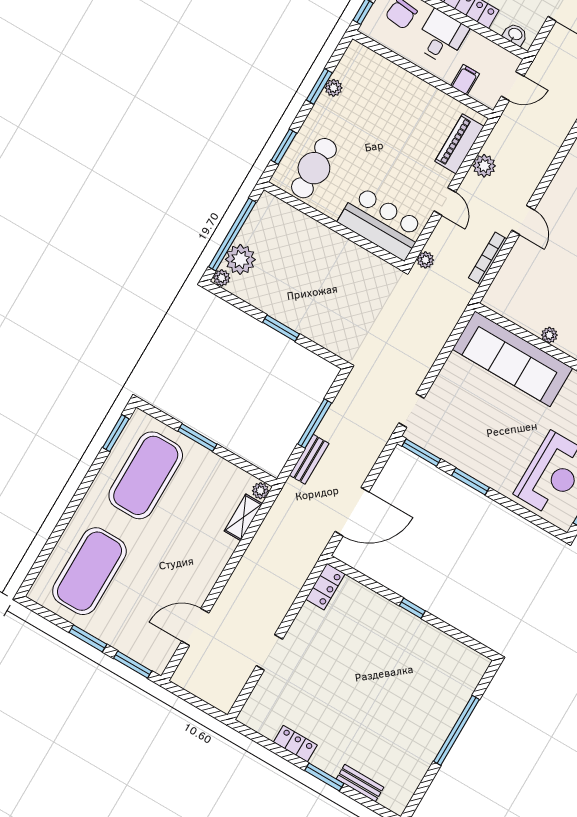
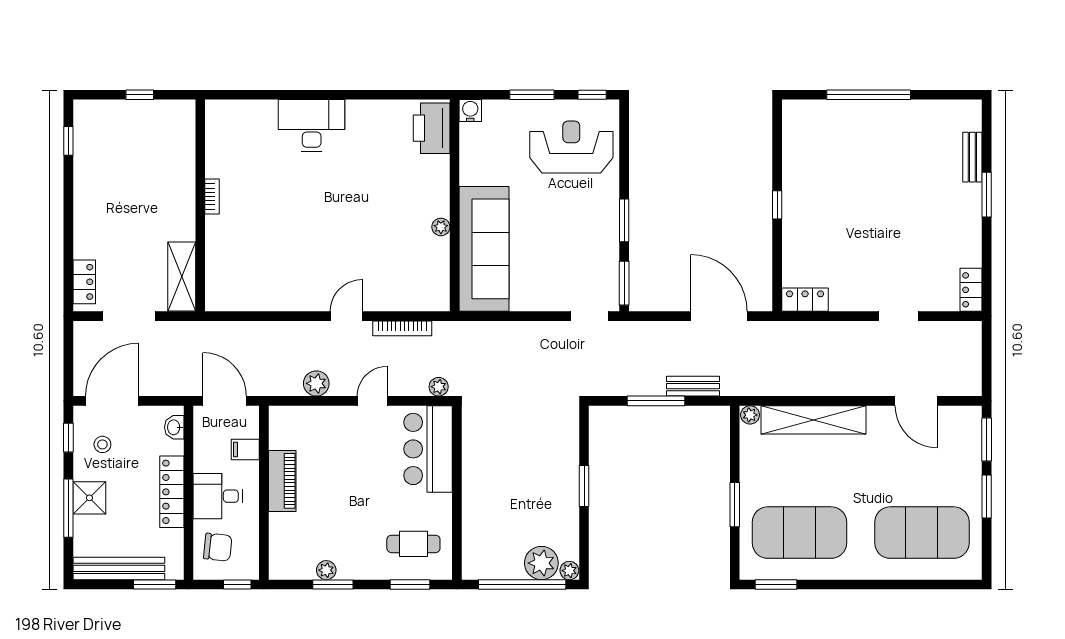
door: (513, 86) -> (225, 401), width x1.38
piano: (459, 144) -> (282, 481), moved, turned -90
cafe table: (314, 168) -> (413, 544), width x0.73, depth x0.74
shelving: (243, 517) -> (814, 420), width x2.20, depth x1.33
locker: (295, 744) -> (971, 290), moved

